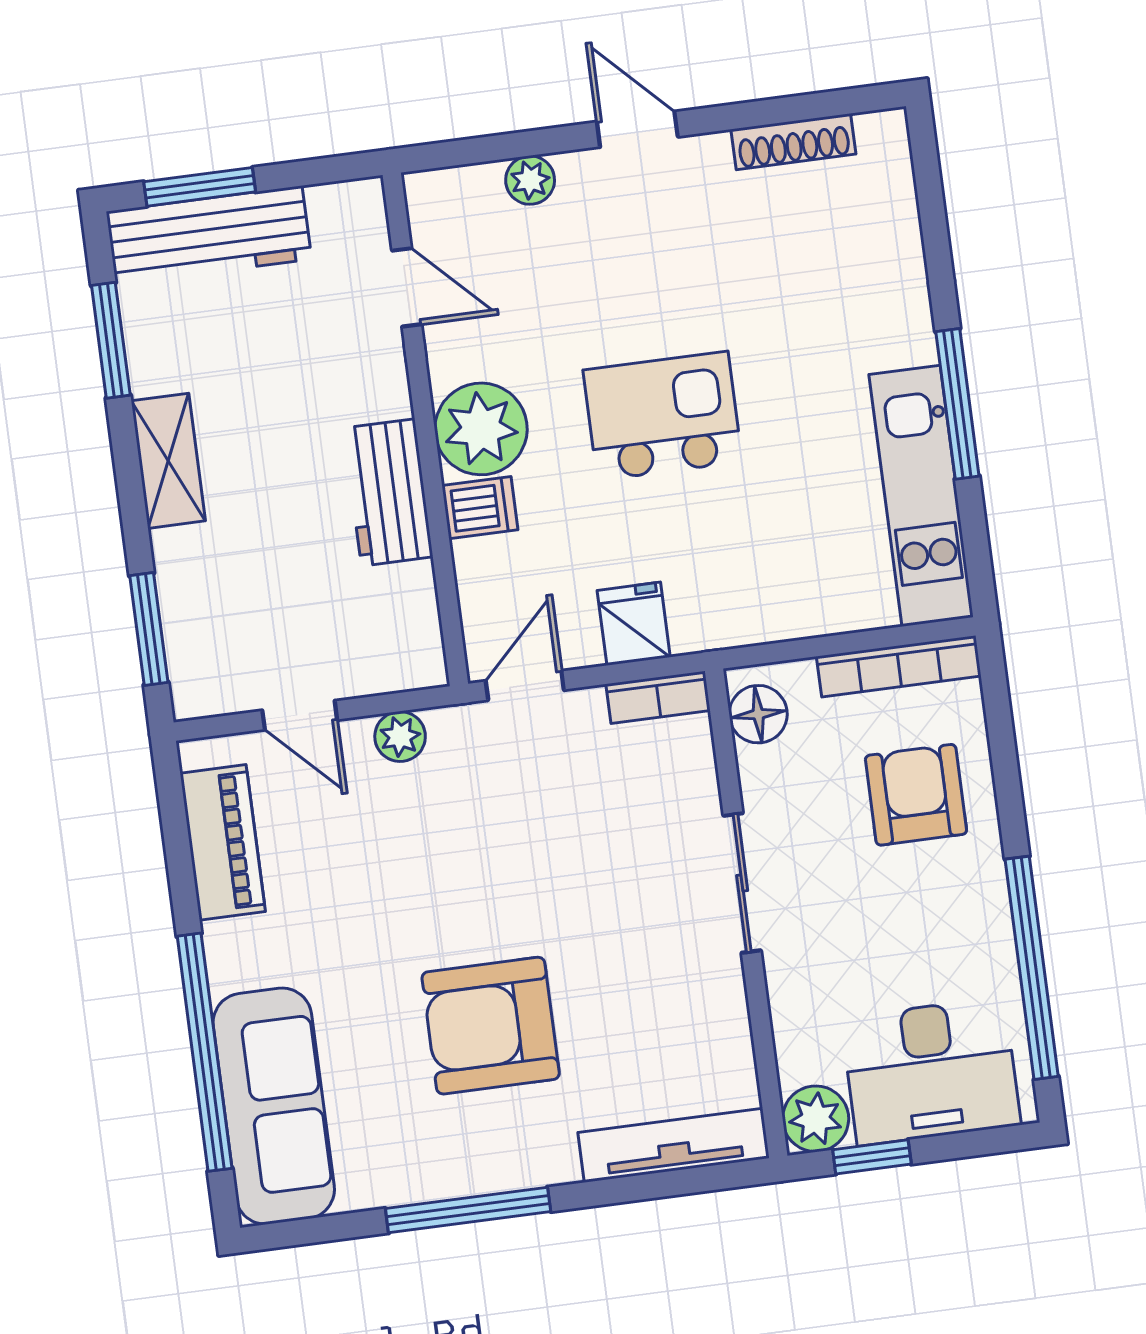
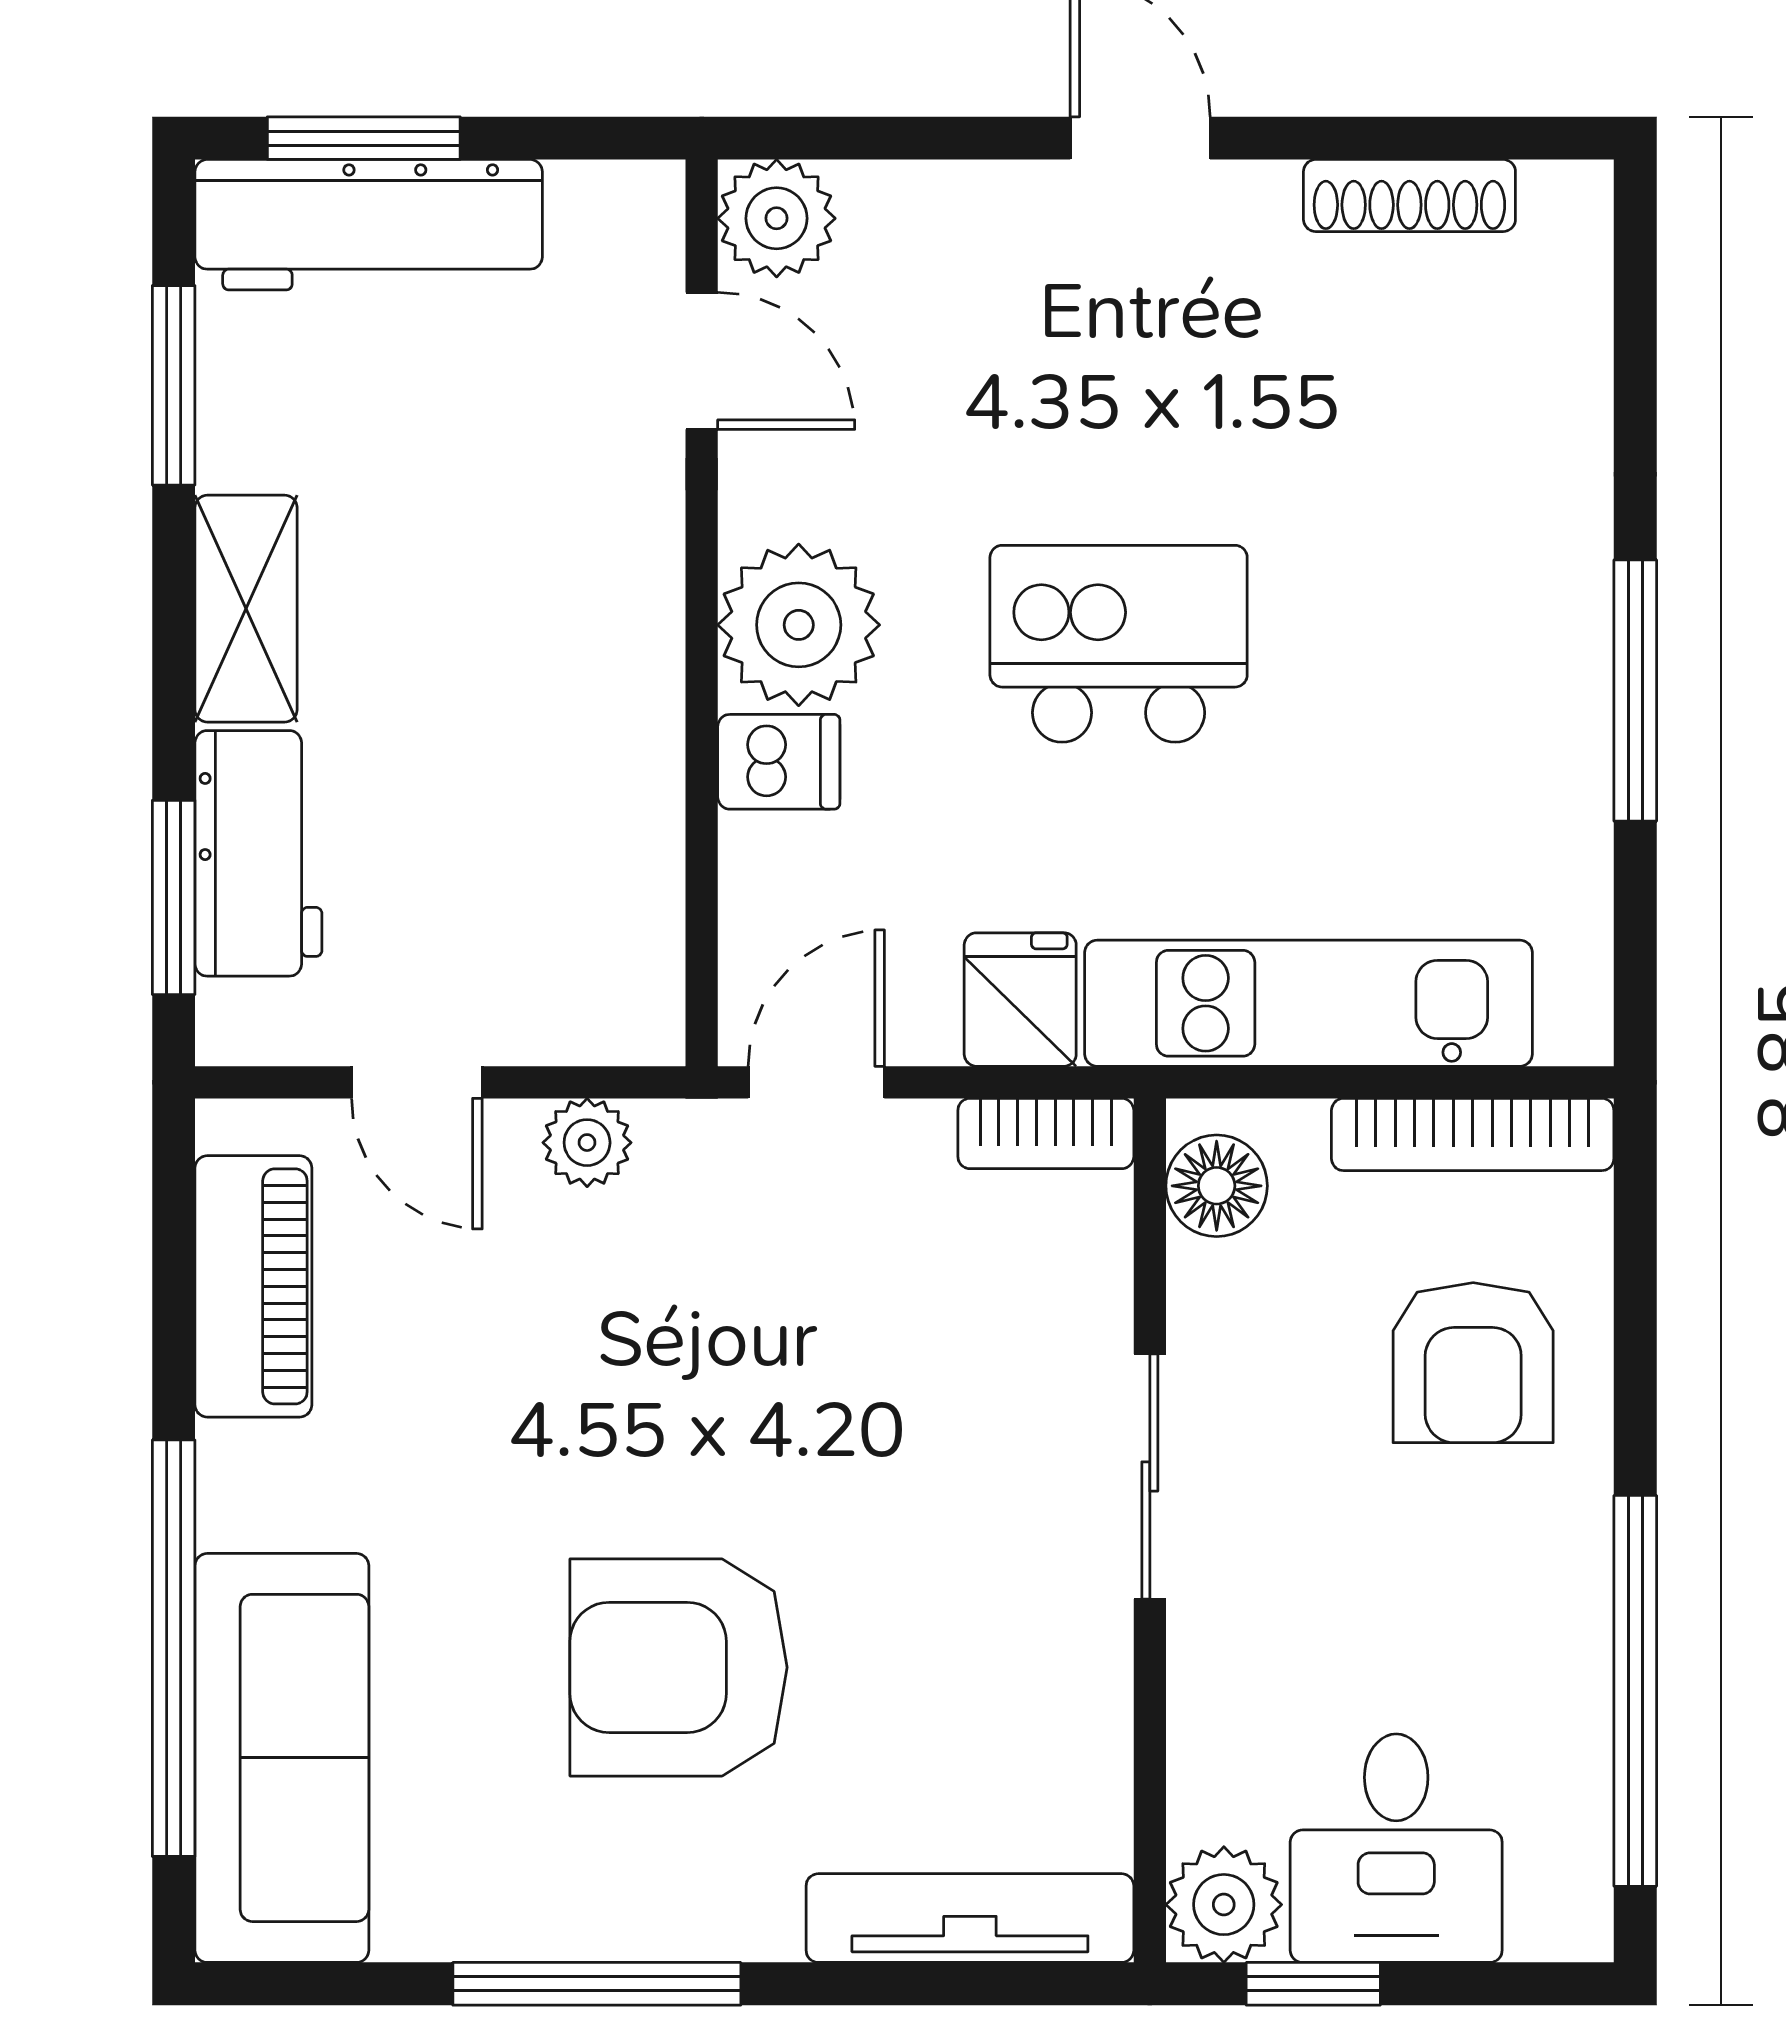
plant: (530, 180) -> (777, 218), moved, width x1.38, depth x1.38
workbench: (388, 492) -> (258, 853), moved, turned 180
kitchen unit: (921, 496) -> (1309, 1003), moved, turned 90
armchair: (916, 795) -> (1473, 1363), turned 180
desk: (931, 1071) -> (1396, 1848), width x0.73

